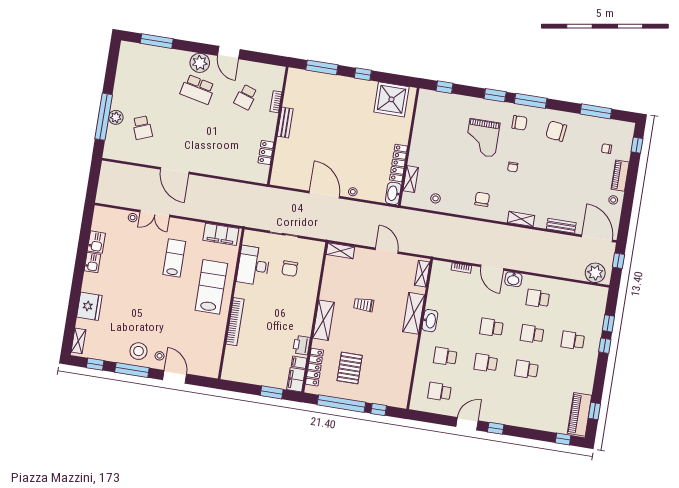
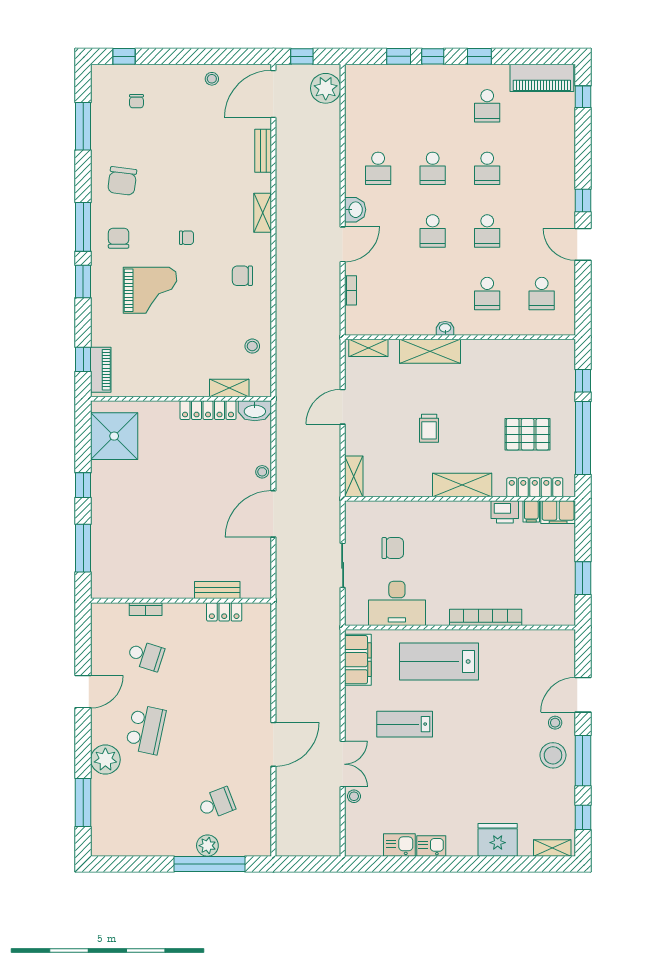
plant: (200, 63) -> (105, 760), moved
bench: (285, 123) -> (217, 590), moved
piano: (620, 176) -> (101, 370), moved, turned -90
washbasin: (430, 321) -> (445, 328), width x0.52, depth x0.69
school desk: (573, 340) -> (487, 106), moved
window: (272, 392) -> (583, 578), moved
window: (594, 411) -> (479, 56), moved

